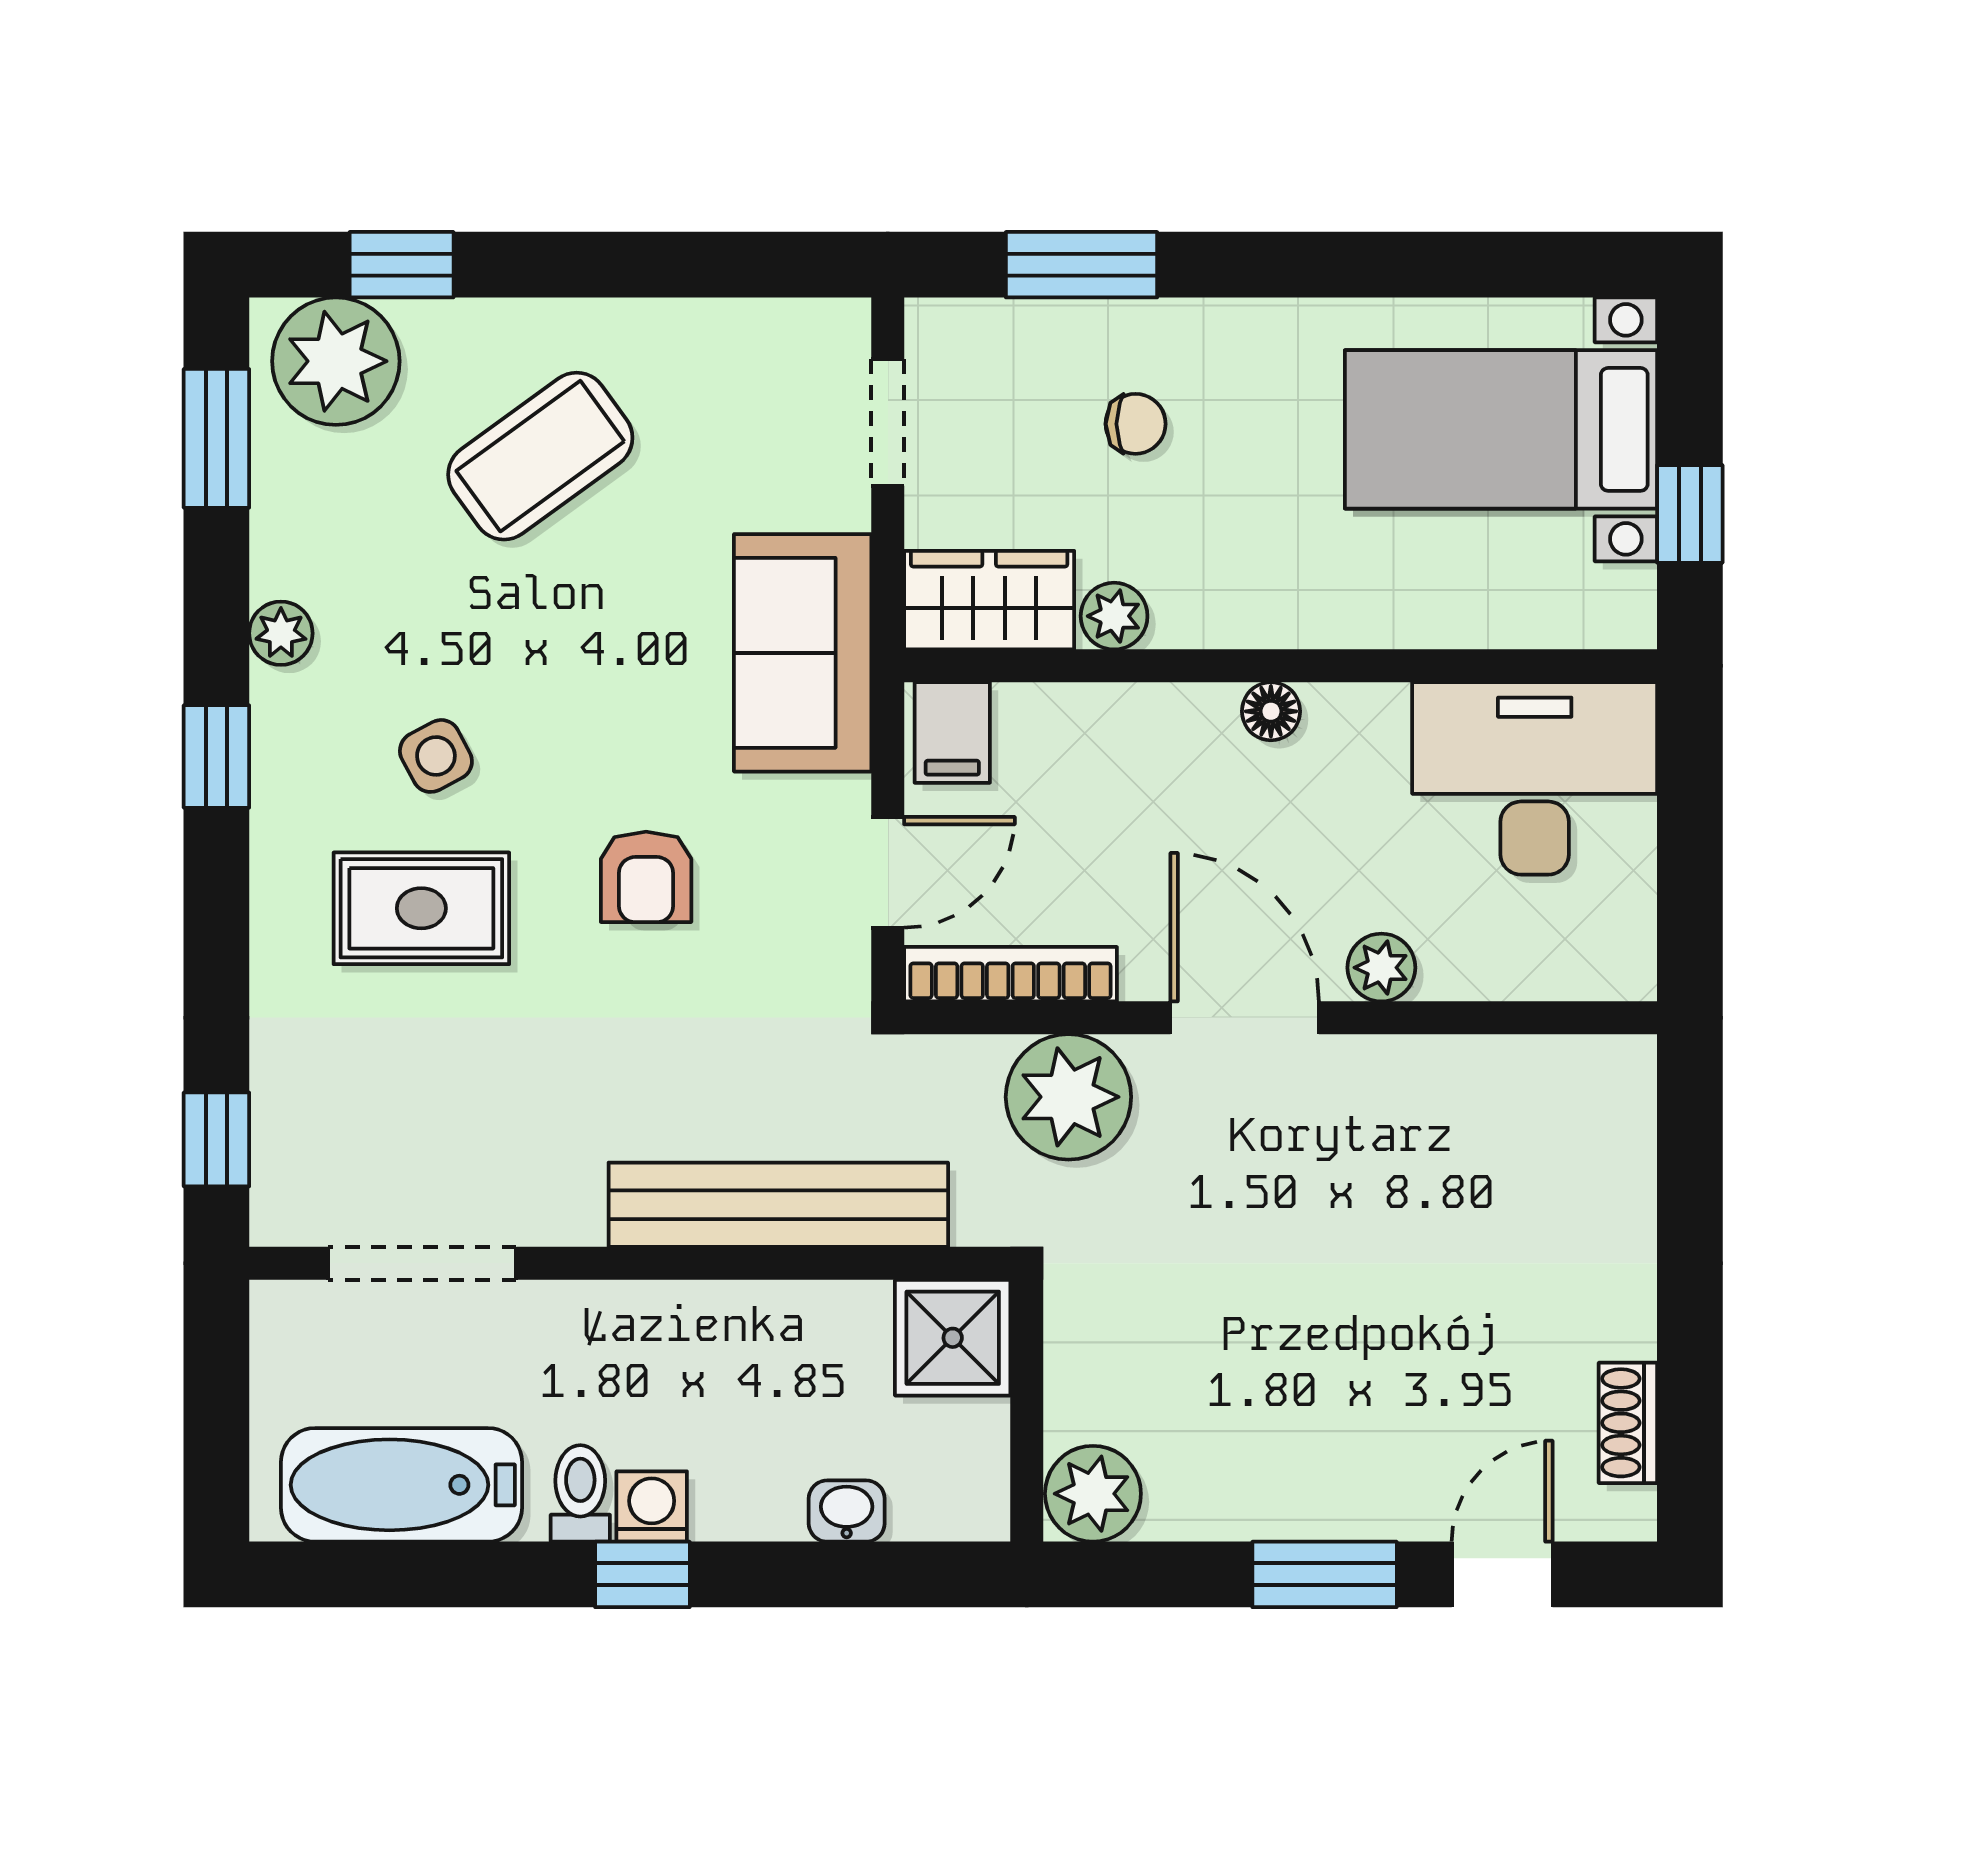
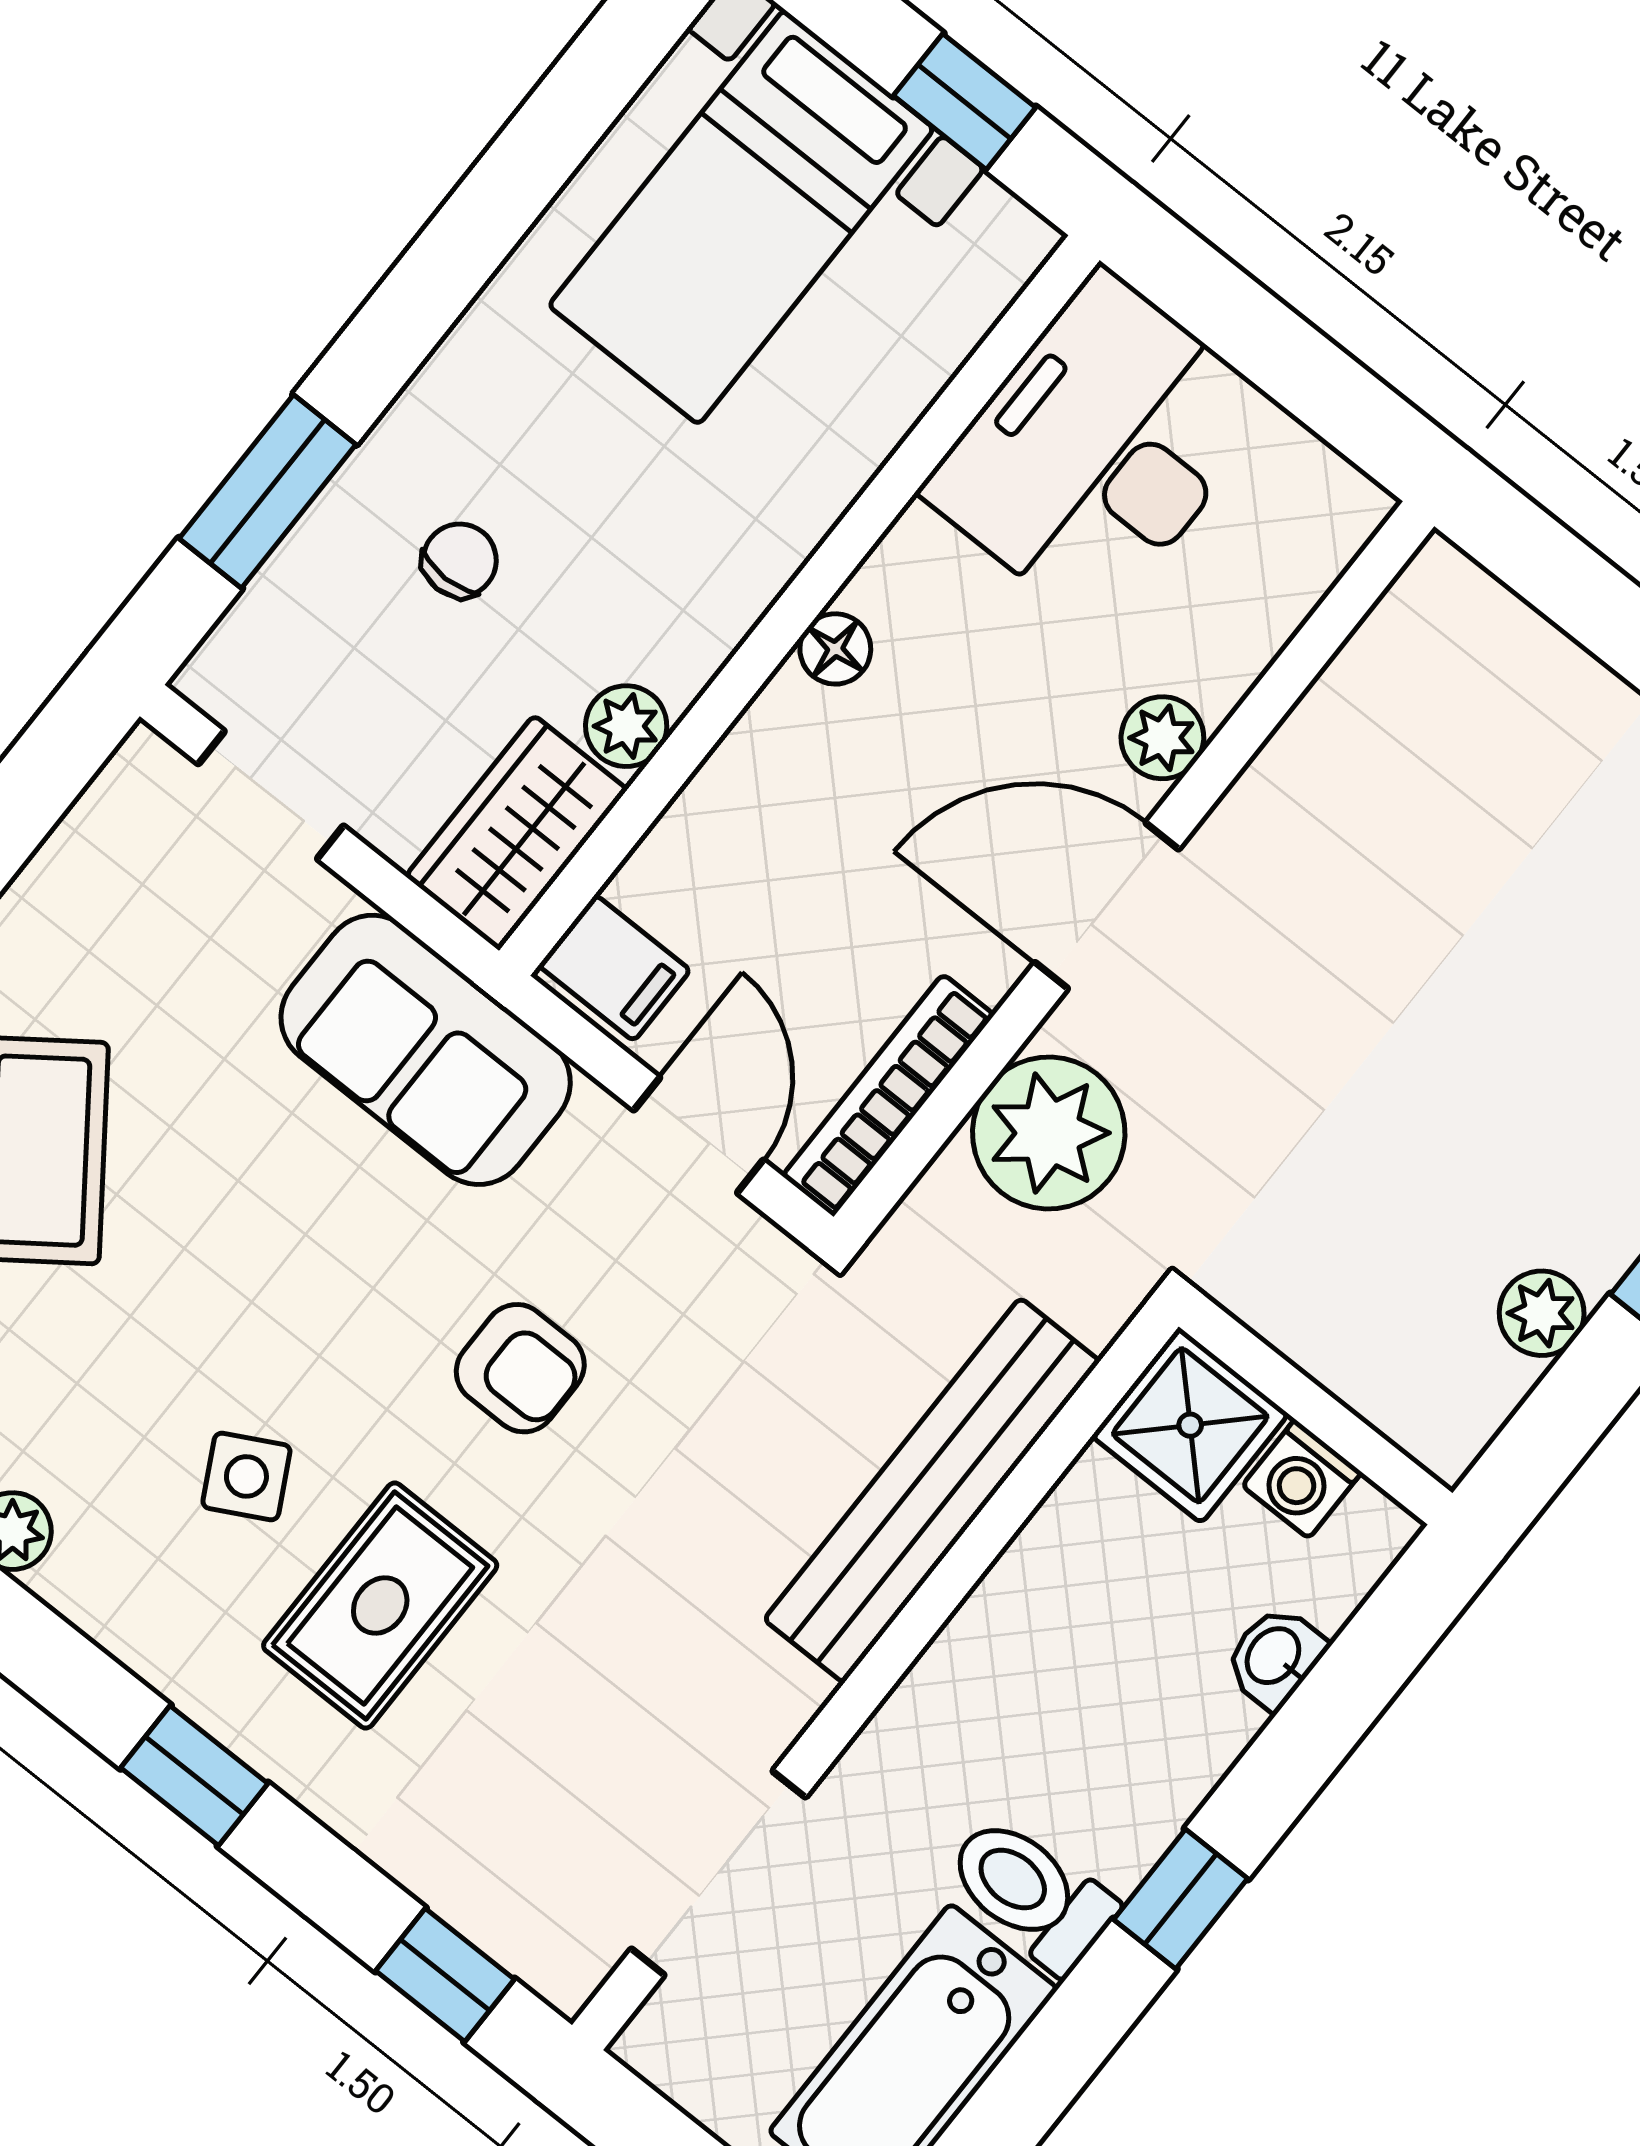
window: (216, 756) -> (194, 1776), moved
toilet: (580, 1493) -> (1031, 1893), width x1.37, depth x1.39
plant: (1093, 1494) -> (1542, 1313), moved, width x0.73, depth x0.73
washing machine: (652, 1506) -> (1302, 1479), moved, turned -90

